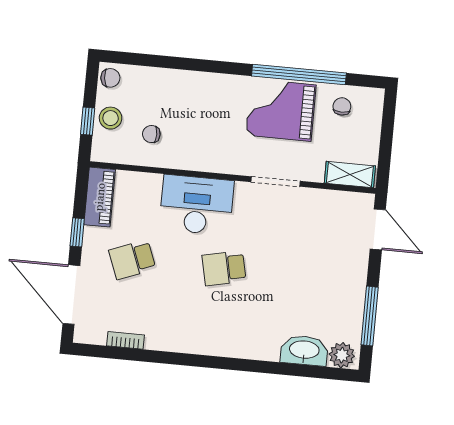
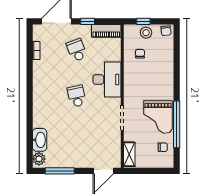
grand piano: (281, 110) -> (158, 117), turned 180

